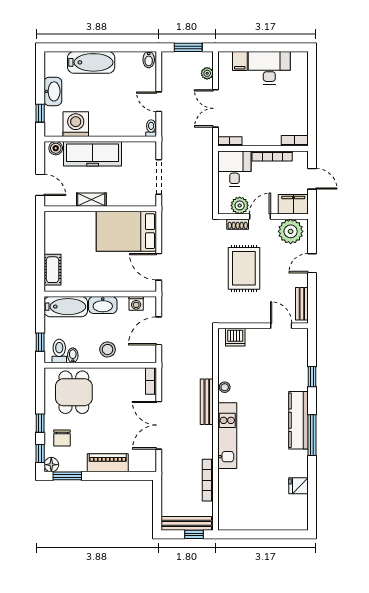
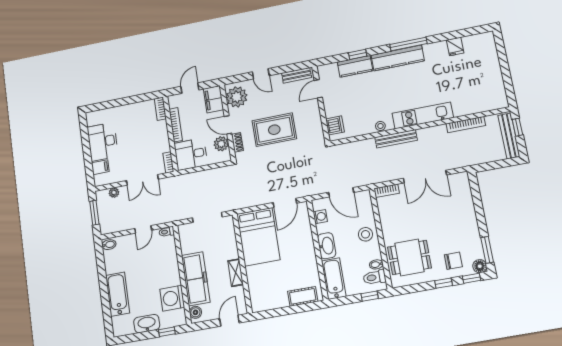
kitchen counter: (299, 371) -> (355, 66), added
piano: (108, 463) -> (468, 215), removed

